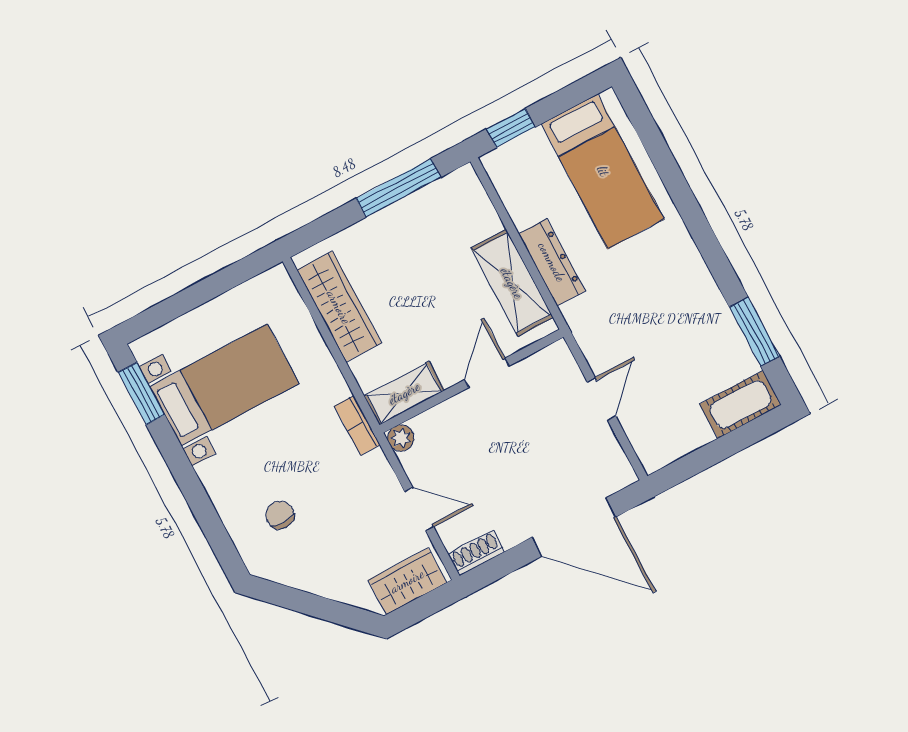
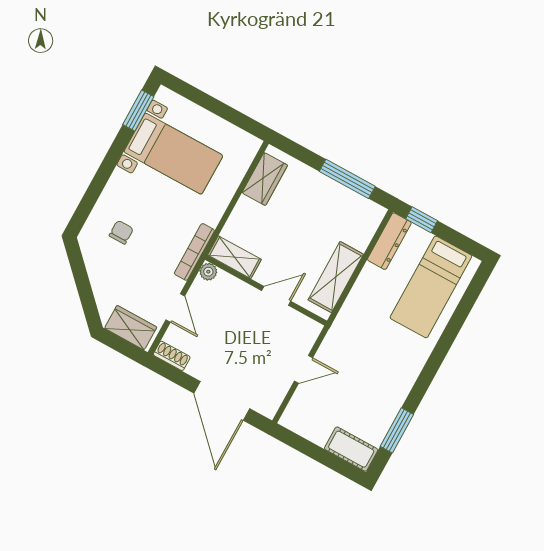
dresser: (552, 262) -> (389, 241), moved
wardrobe: (339, 307) -> (265, 179), width x0.67
bookcase: (357, 425) -> (194, 252), width x1.56

